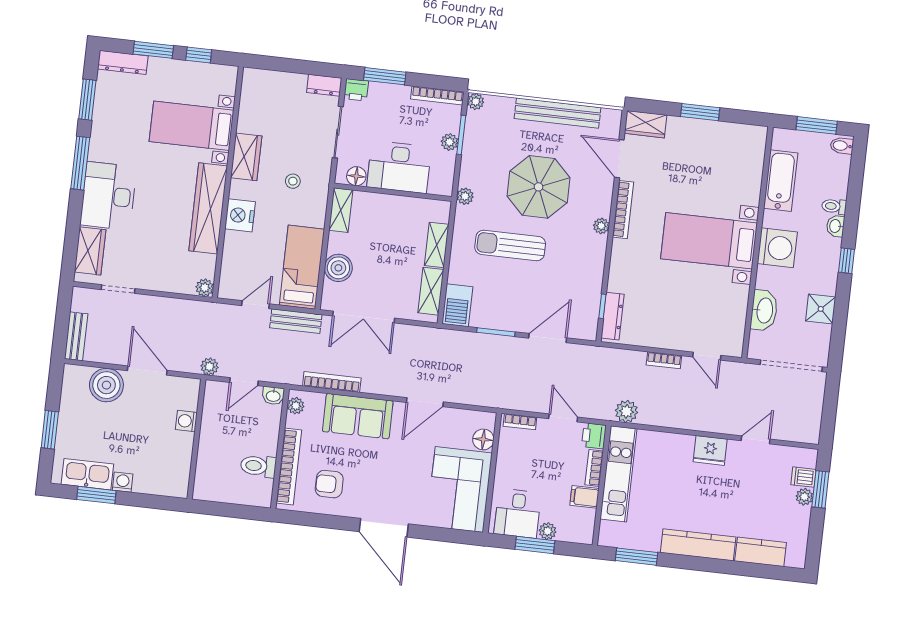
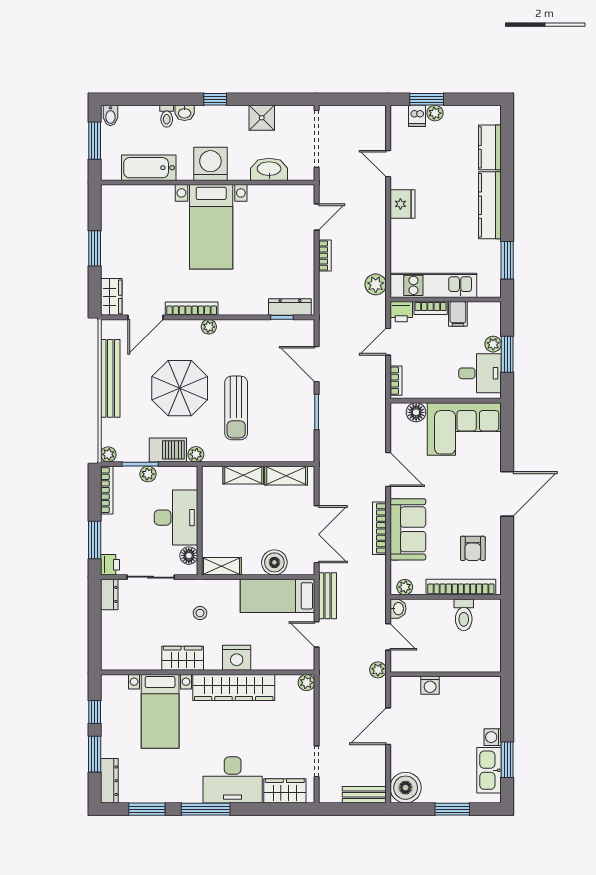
barbecue: (457, 305) -> (168, 450), moved
bookcase: (332, 382) -> (379, 528), moved
boiler: (106, 385) -> (406, 788), moved

